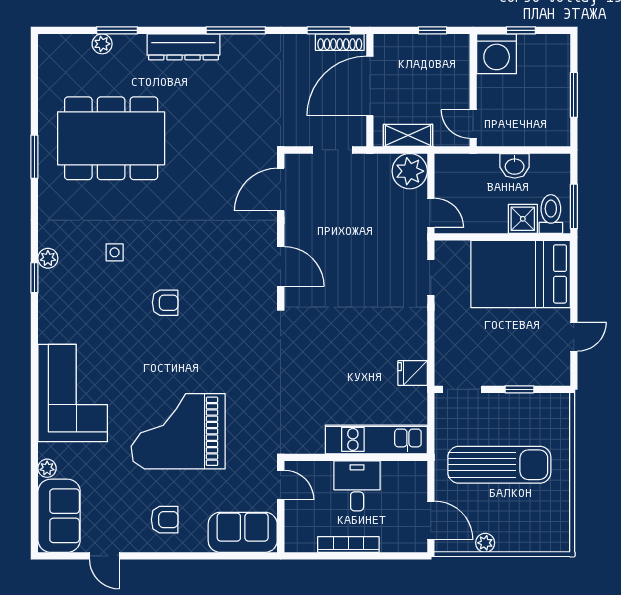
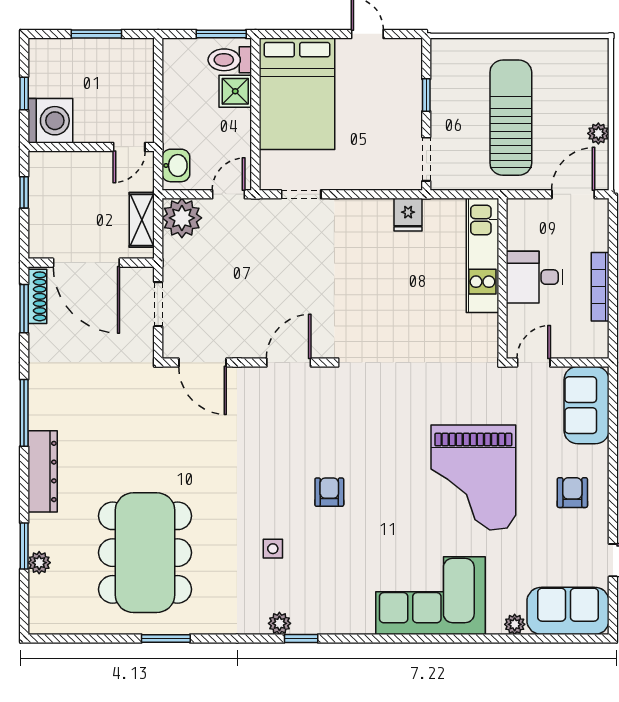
washbasin: (515, 166) -> (176, 165), moved

